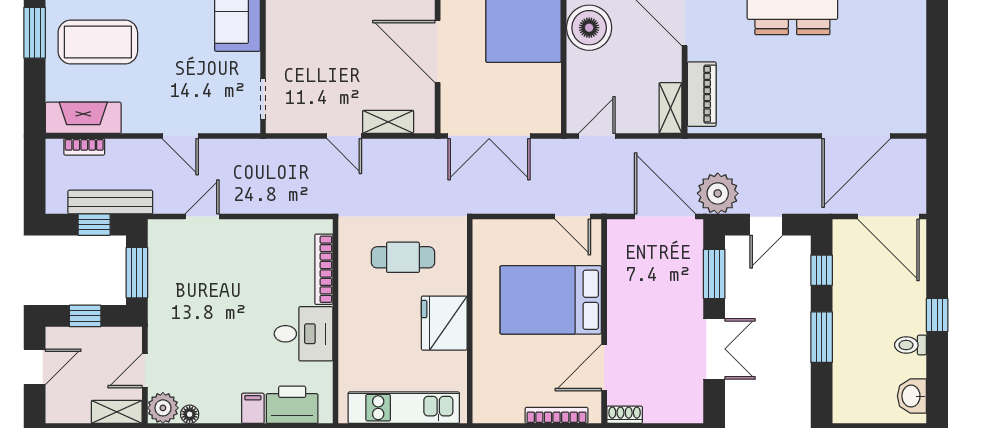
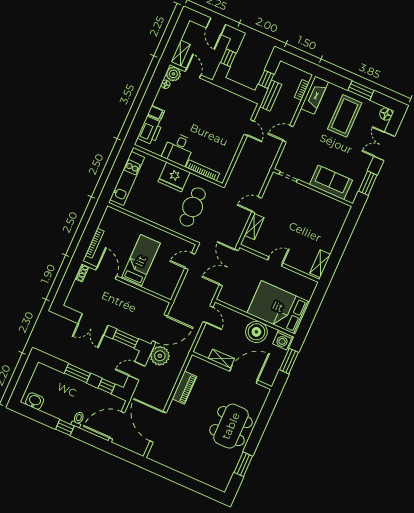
door: (438, 51) -> (275, 262), width x0.53
piano: (702, 94) -> (184, 388), moved, turned -90
shelving: (671, 108) -> (221, 359), moved
bench: (110, 202) -> (271, 96), width x0.73
door: (573, 217) -> (190, 261), moved
door: (766, 225) -> (137, 371), hinge flipped
cafe table: (403, 257) -> (193, 207), width x1.37, depth x1.35
window: (137, 273) -> (237, 89), removed
bed: (551, 300) -> (141, 261), width x0.67
fridge: (444, 323) -> (174, 177), moved, turned 180
toilet: (910, 345) -> (78, 420), moved

